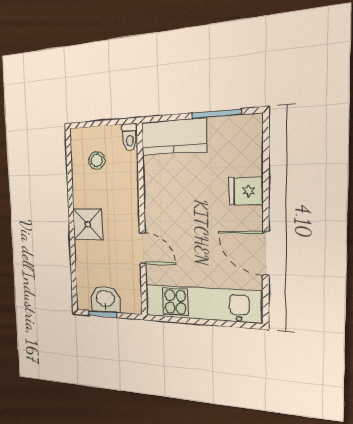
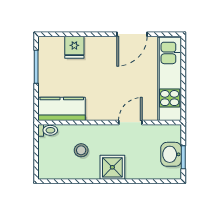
kitchen counter: (174, 137) -> (62, 109), moved, turned -90
stool: (97, 160) -> (81, 150), moved
fridge: (246, 191) -> (74, 47), moved

